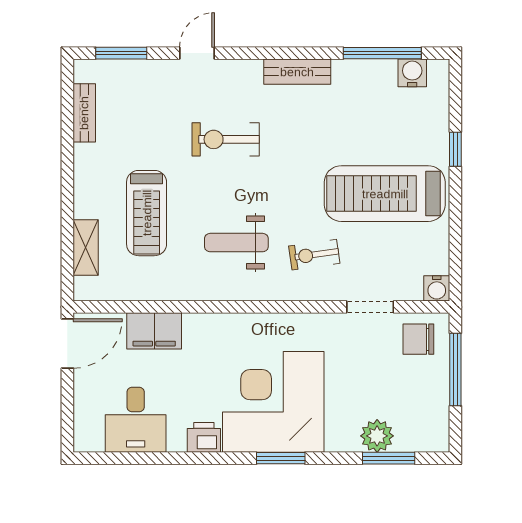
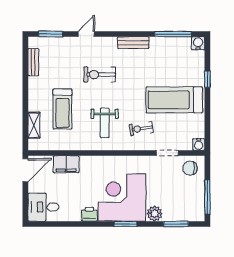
water cooler: (412, 73) -> (198, 43), moved
weight bench: (236, 243) -> (105, 123), turned -90
window: (455, 370) -> (207, 197), moved
desk: (136, 420) -> (43, 207), moved, turned 90
plant: (377, 436) -> (155, 214), moved

